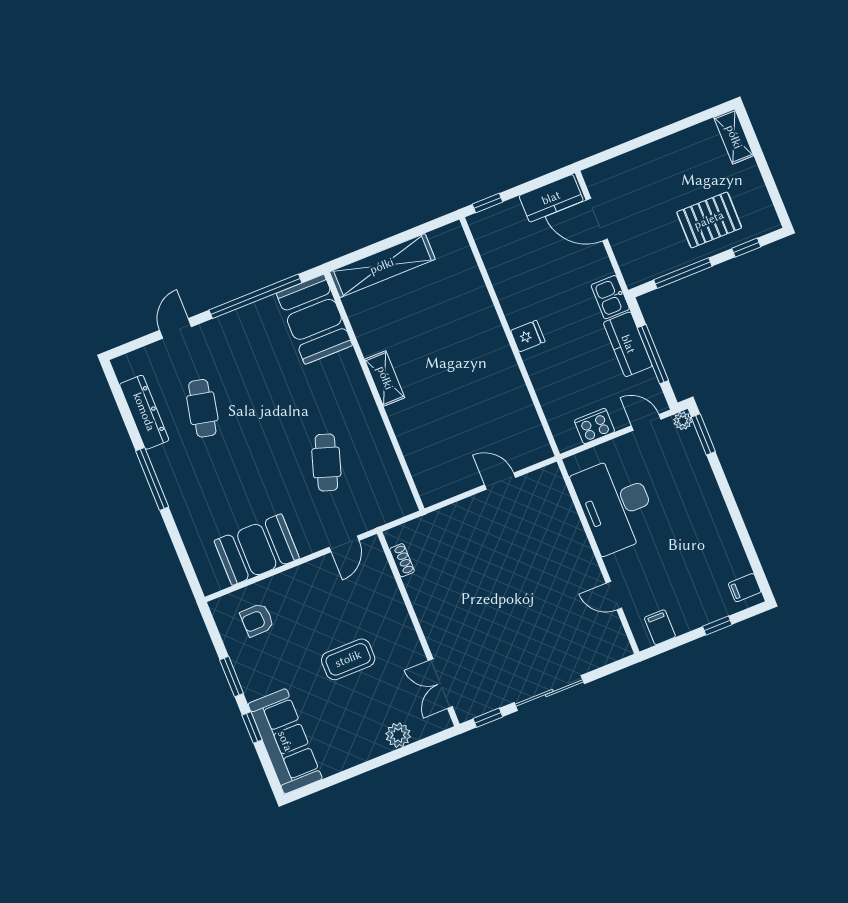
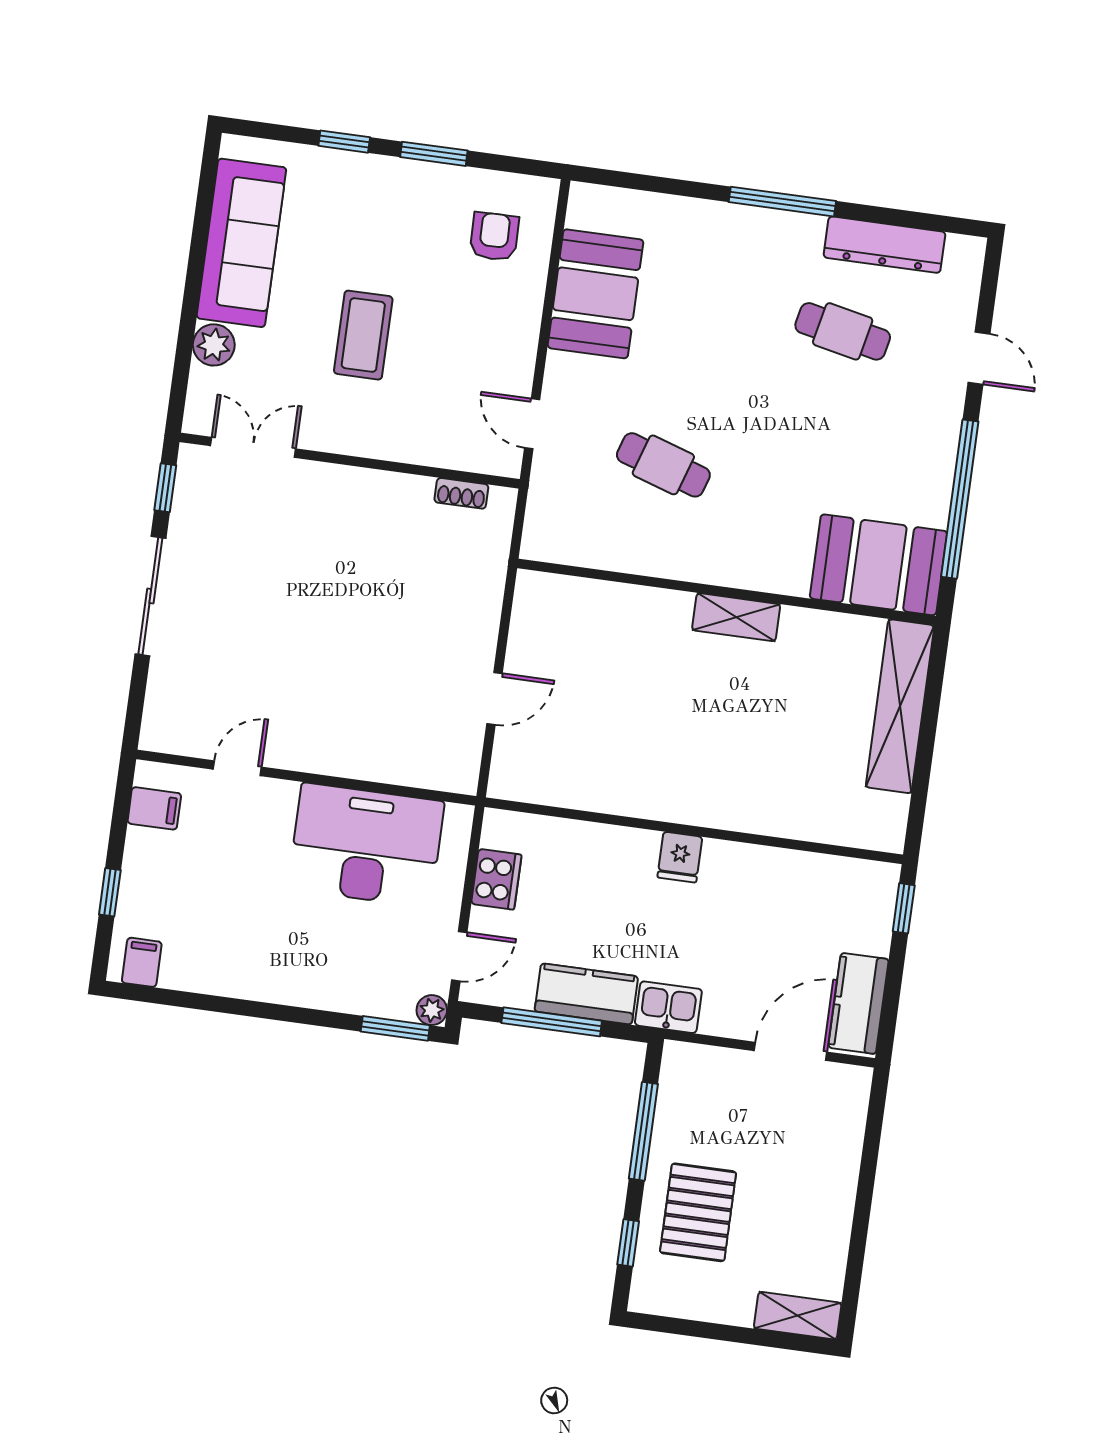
sofa: (285, 741) -> (241, 243), moved, turned -90

